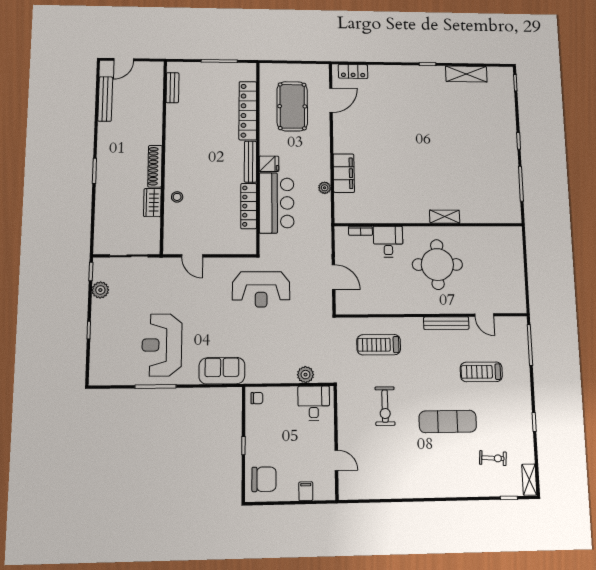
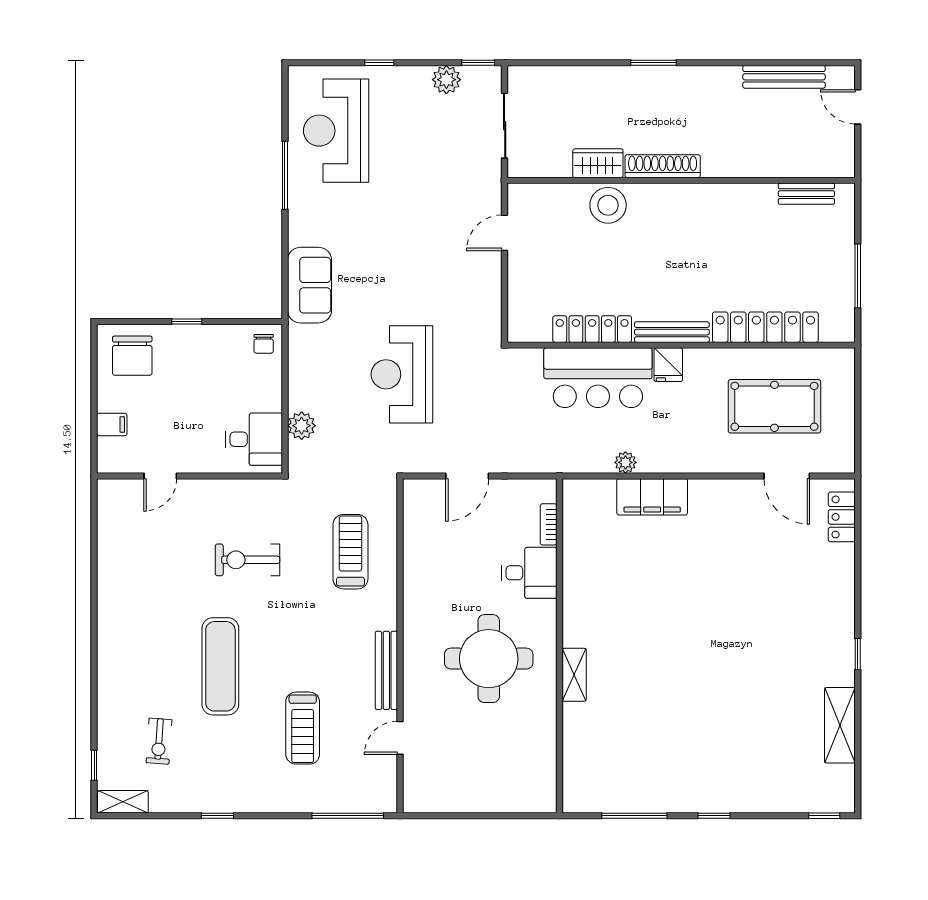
stool: (177, 197) -> (608, 205), width x1.89, depth x1.89
reception desk: (261, 289) -> (402, 374), moved
reception desk: (162, 345) -> (336, 131), moved, turned -90
treadmill: (481, 372) -> (303, 728), turned 180

